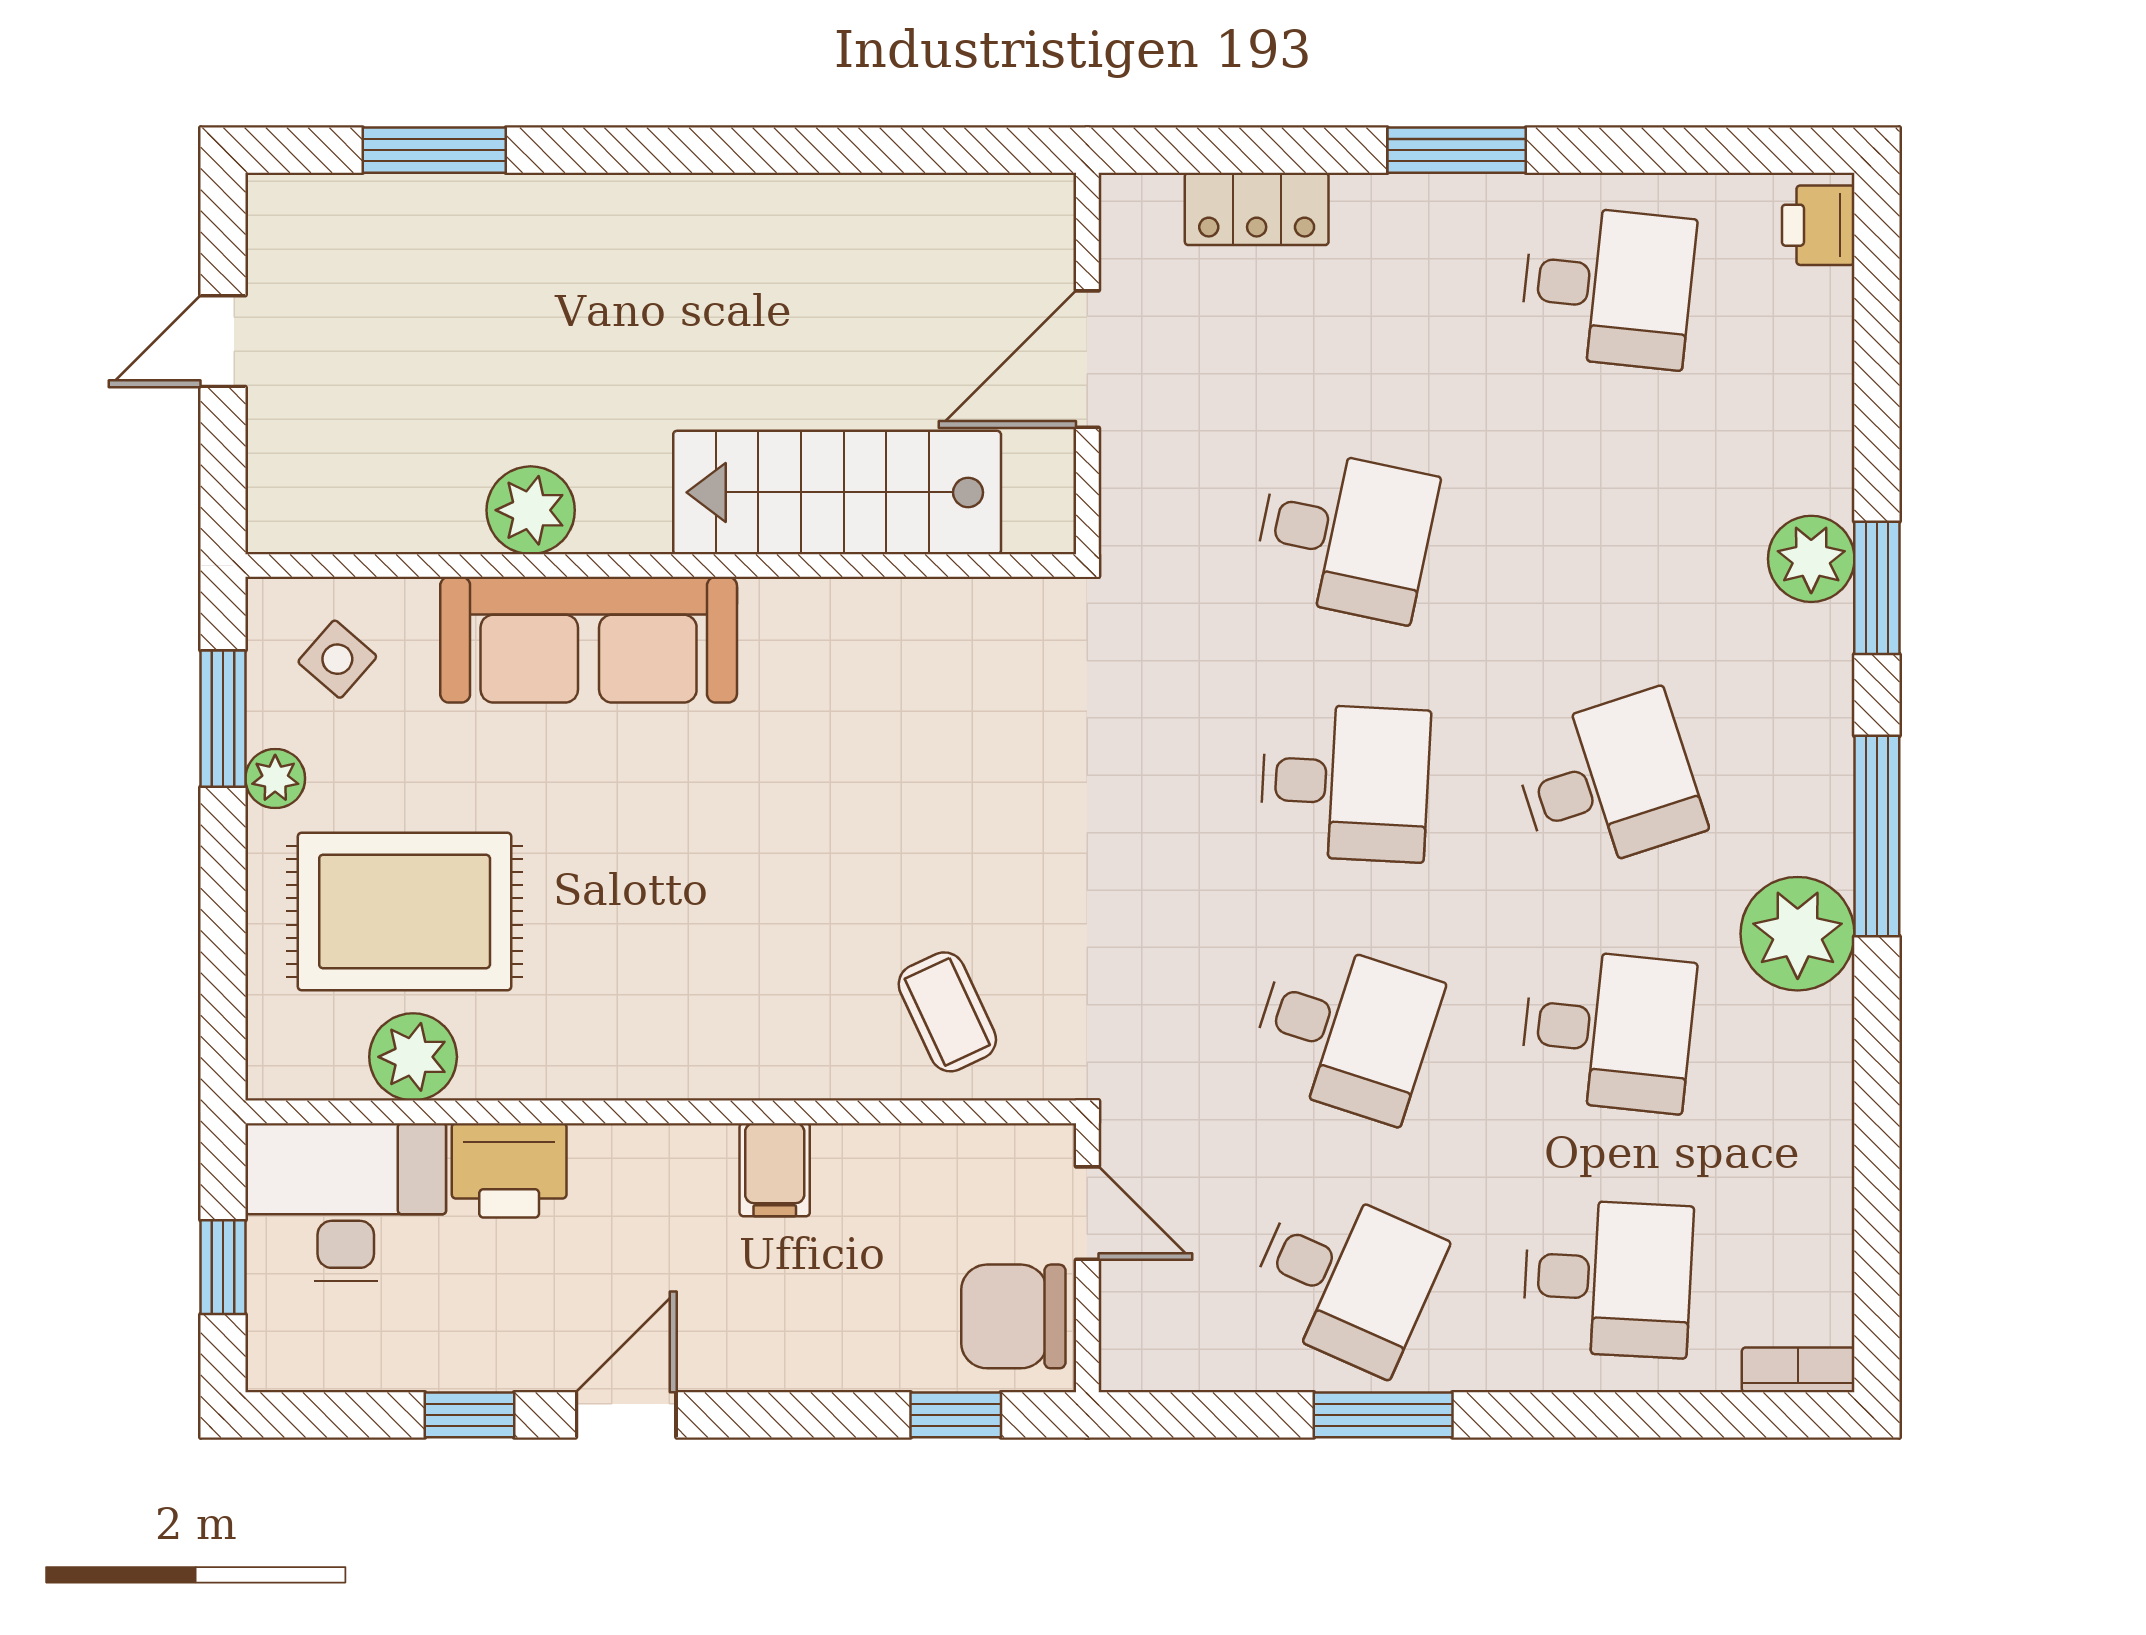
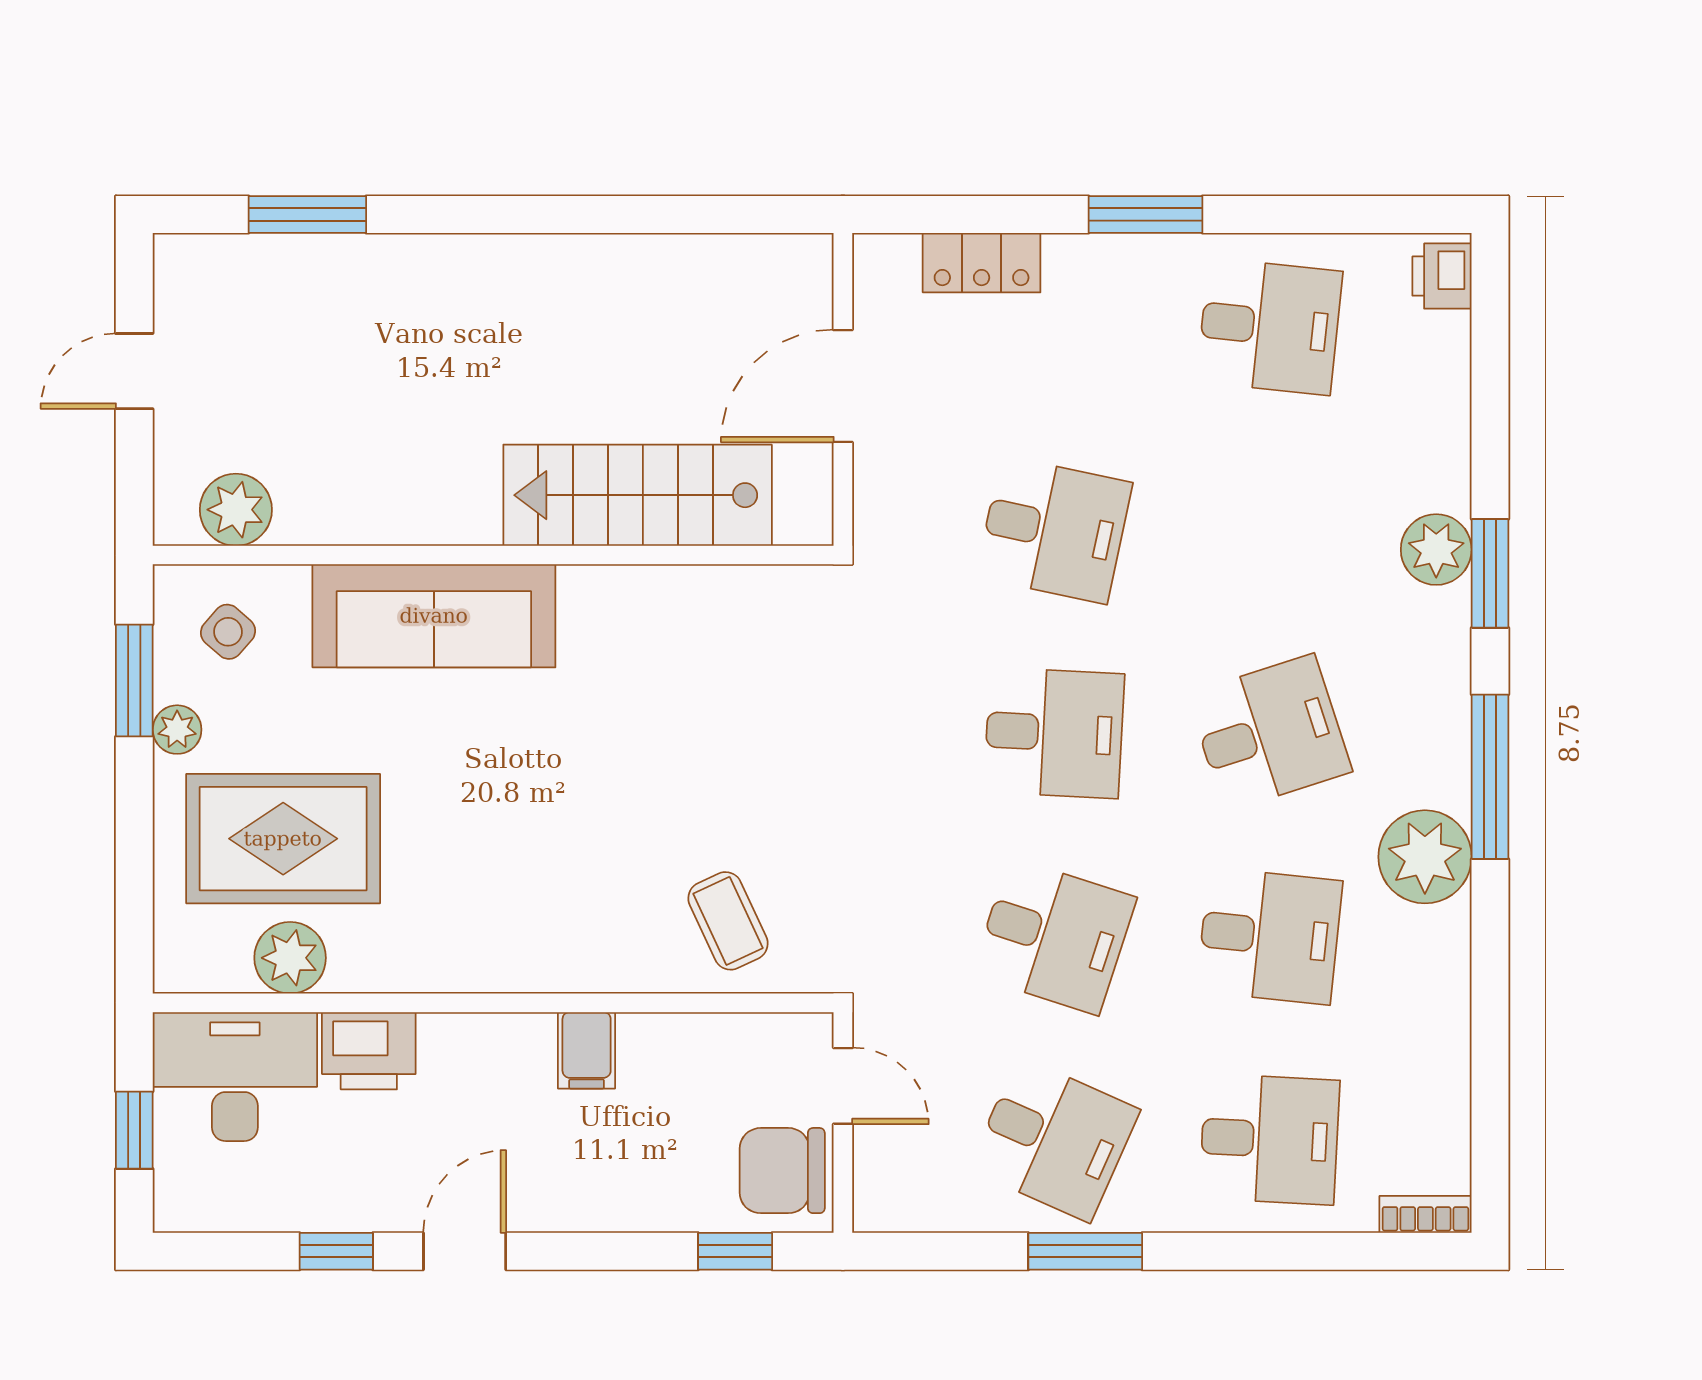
plant: (531, 510) -> (236, 510), moved

